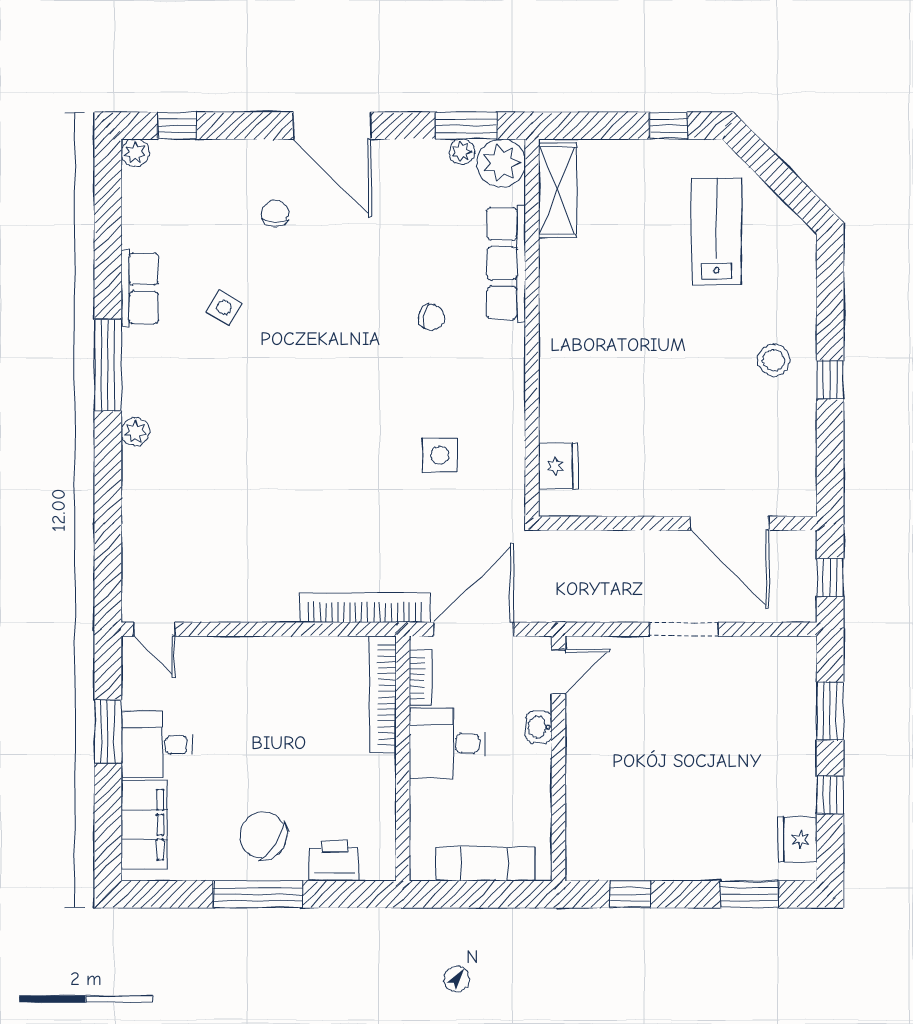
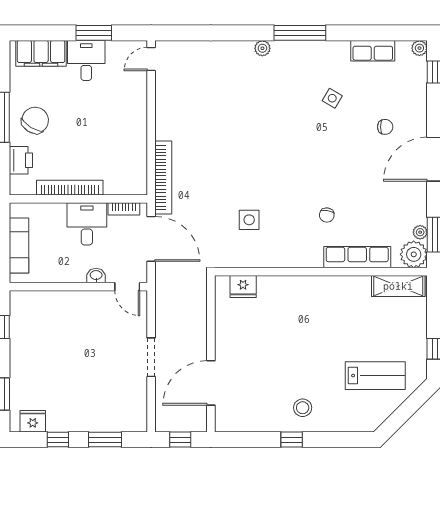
row of seats: (140, 288) -> (373, 51), moved
bookcase: (383, 695) -> (70, 188), moved

